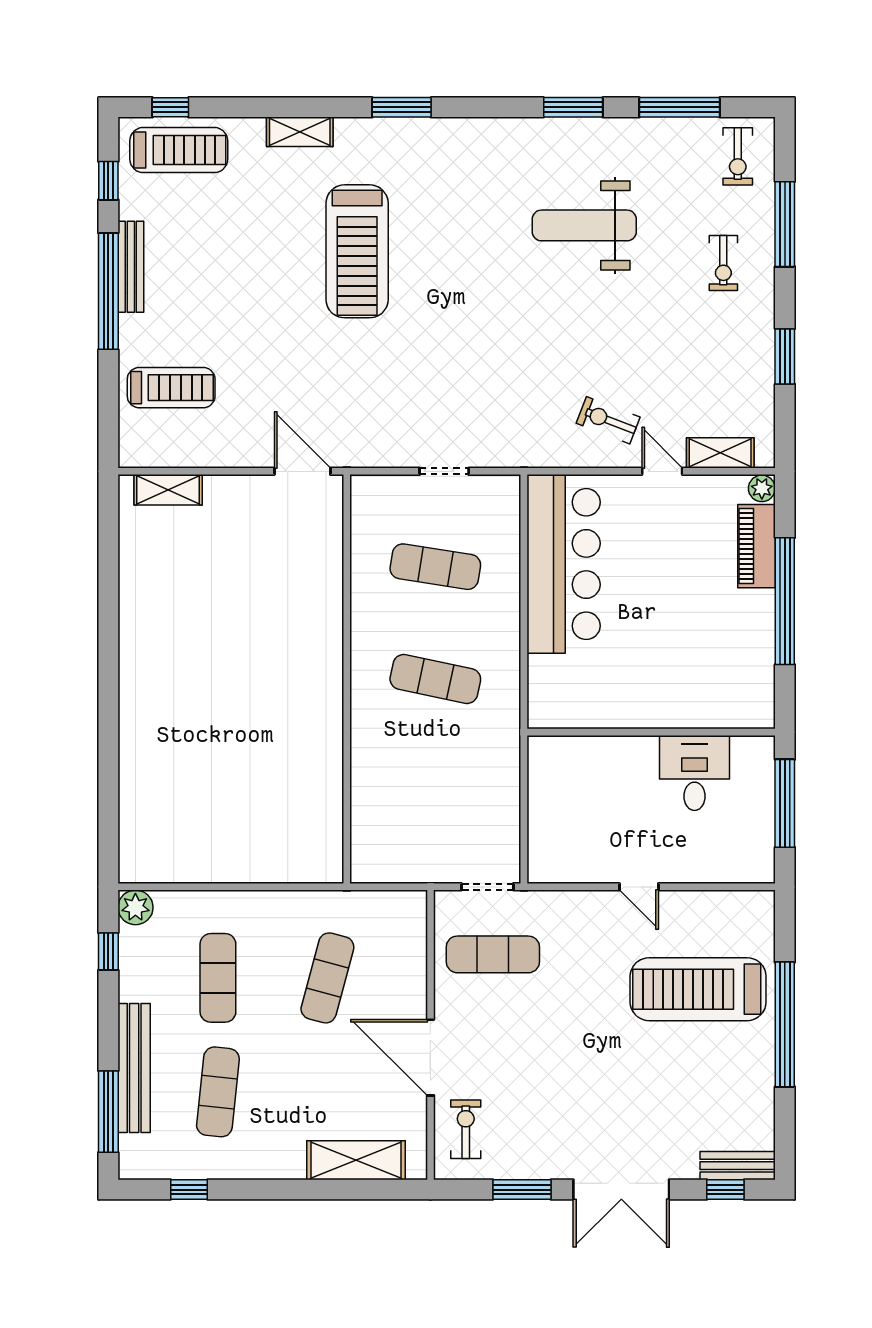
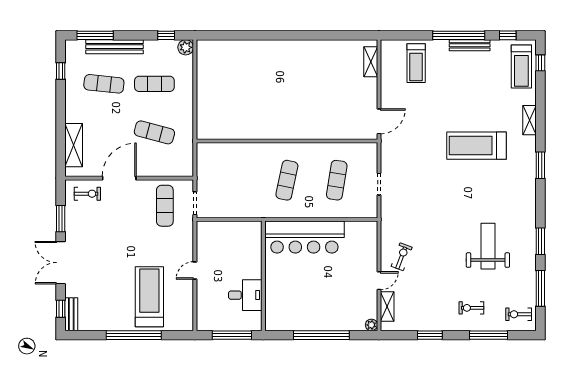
piano: (756, 546) -> (346, 323), removed
bar counter: (564, 564) -> (304, 237), moved

